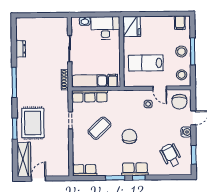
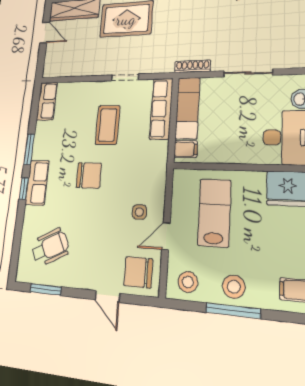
coffee table: (99, 128) -> (108, 125), turned 44
water cooler: (186, 132) -> (85, 280), removed

